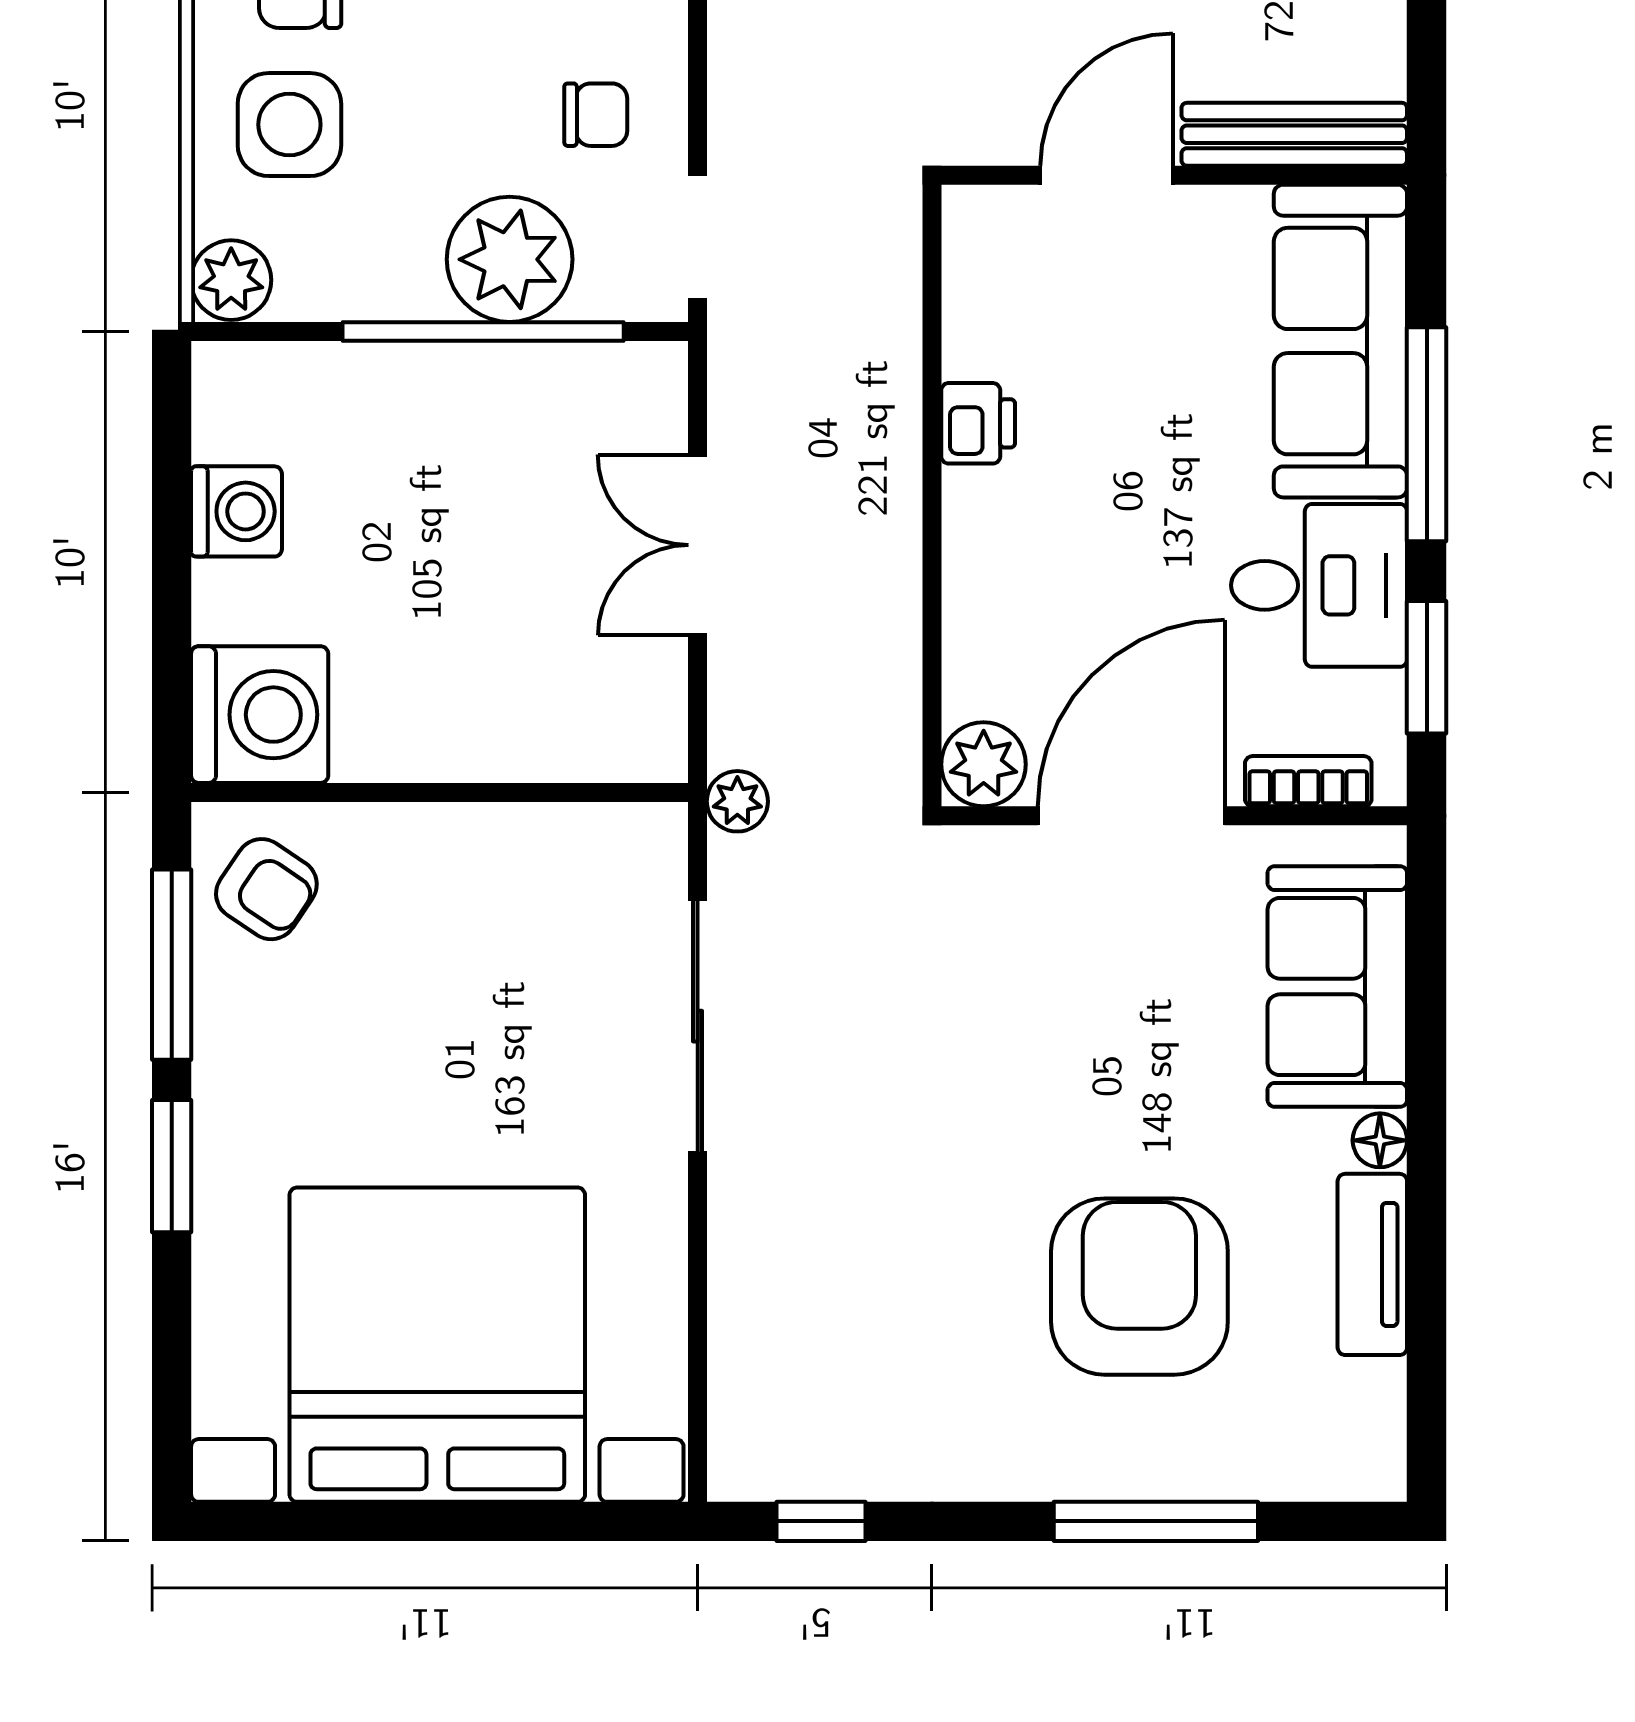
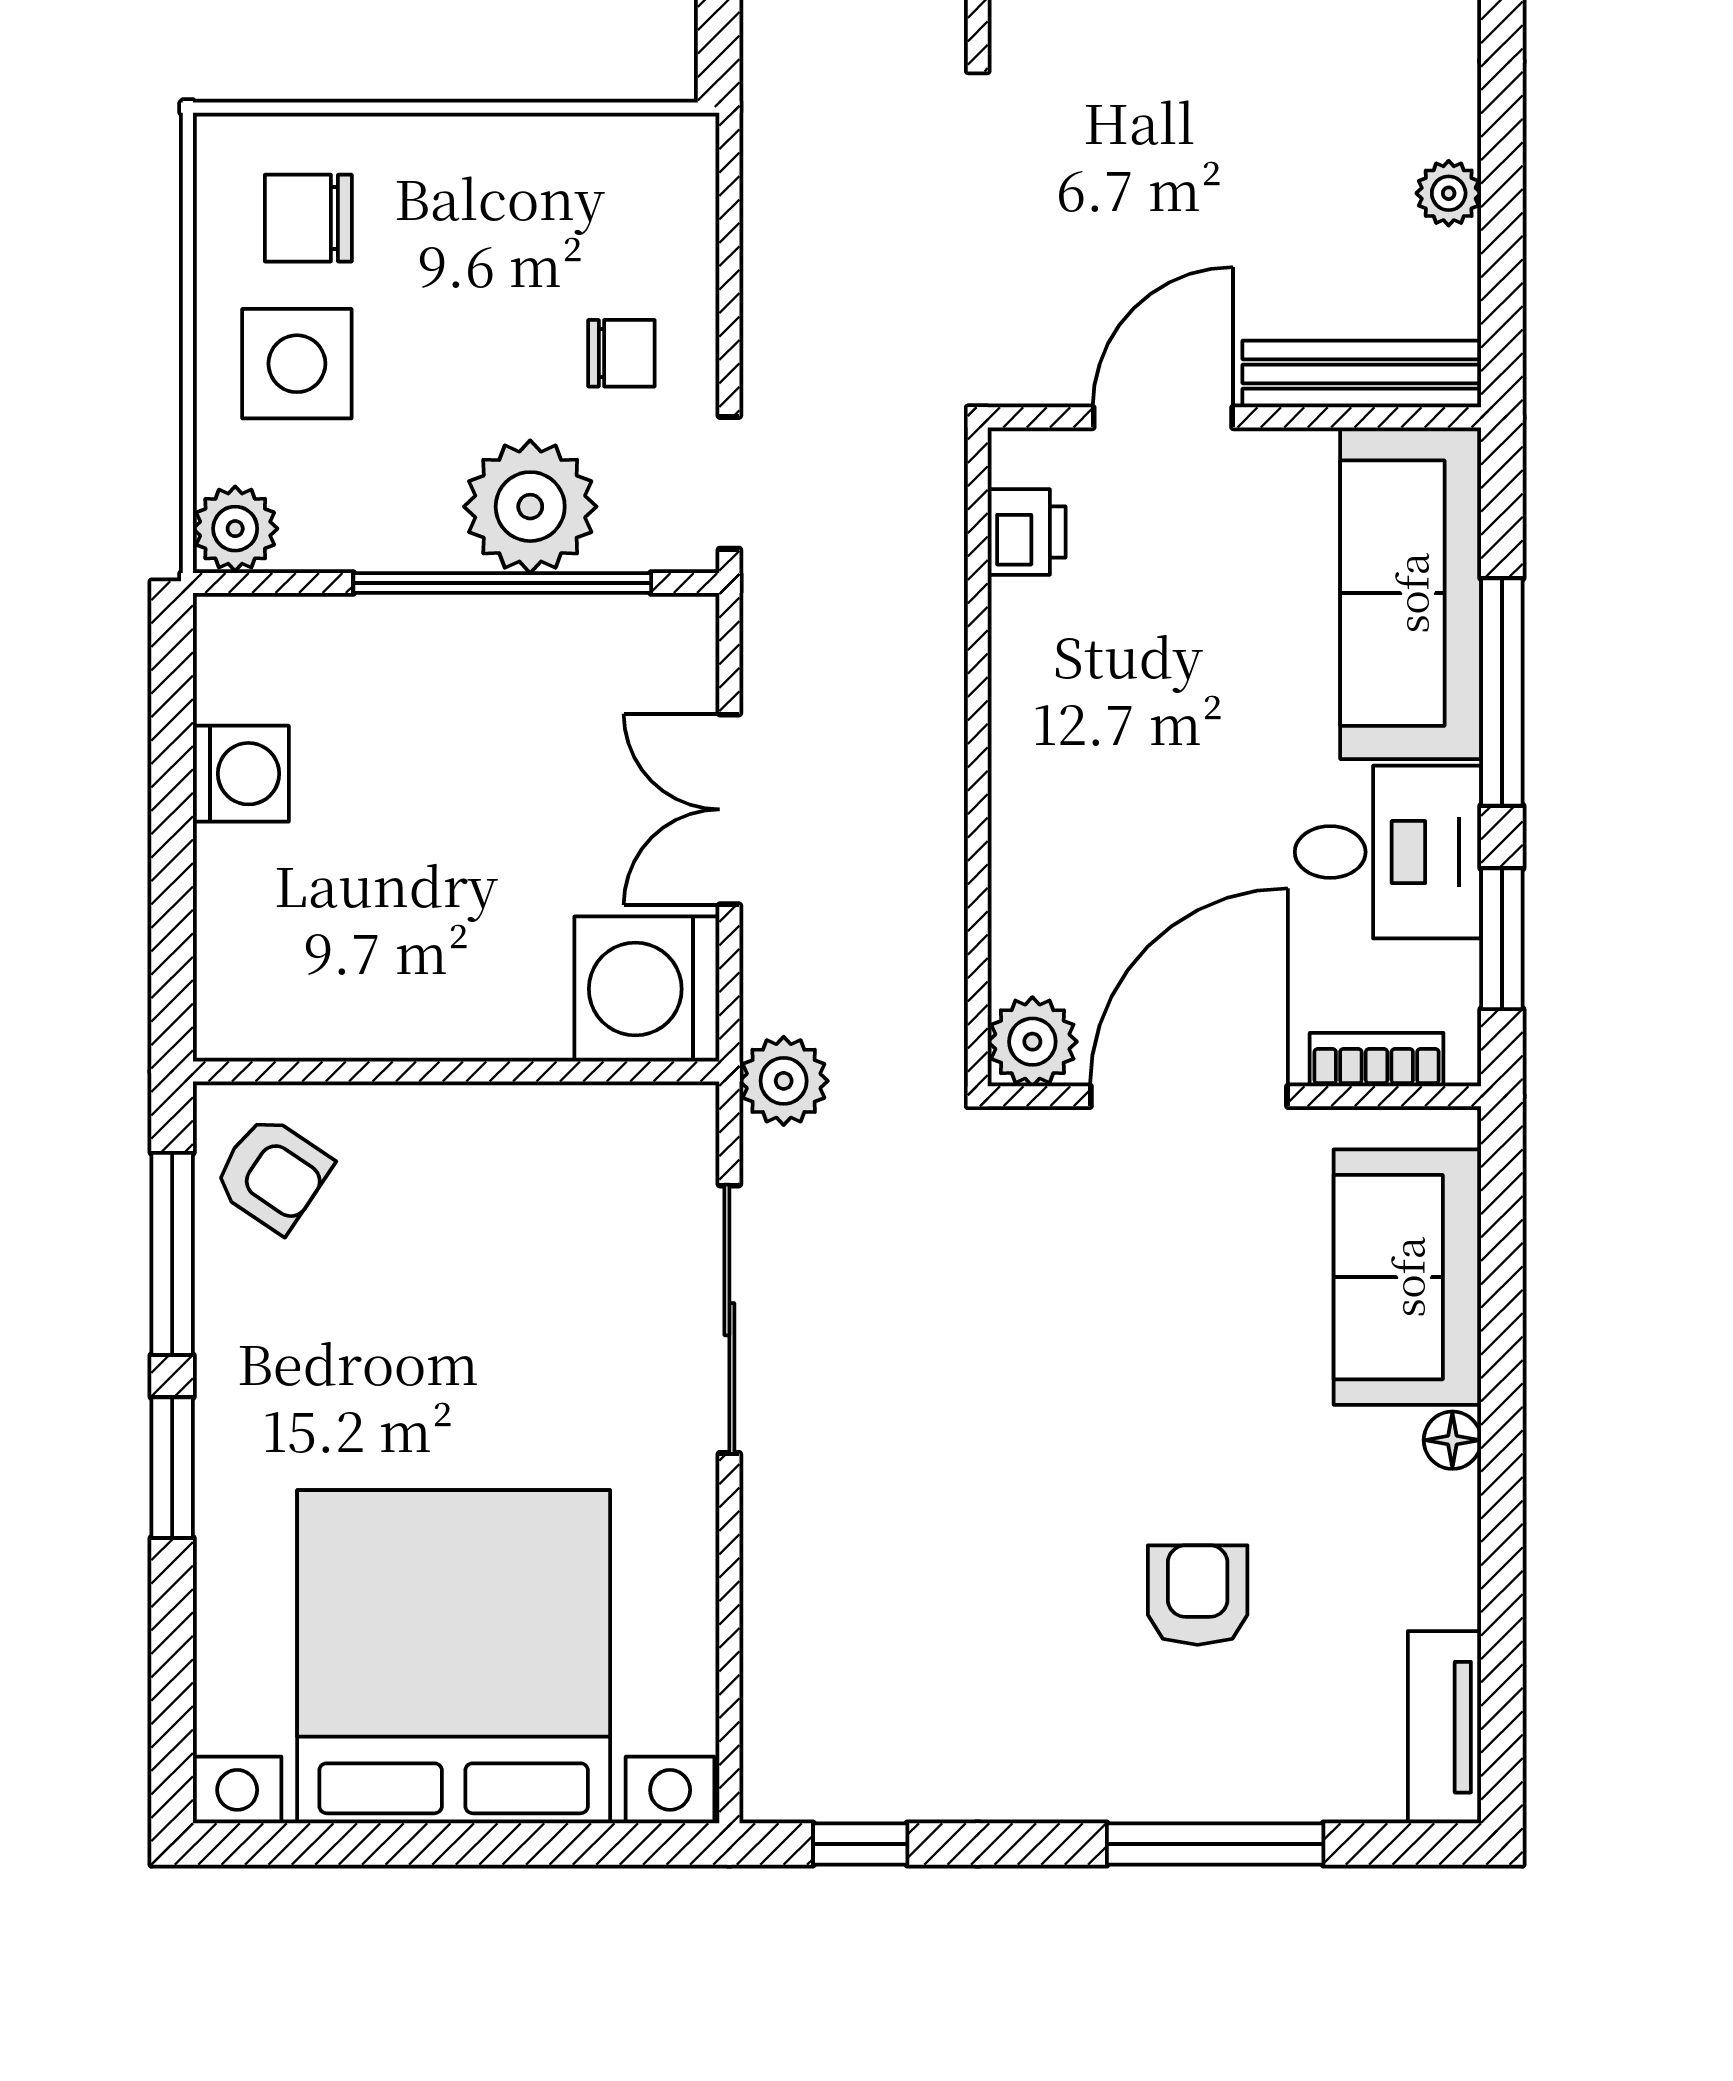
printer: (978, 423) -> (1027, 532), moved
washing machine: (260, 715) -> (647, 989), moved, turned 180
plant: (737, 801) -> (784, 1081), width x1.38, depth x1.38
tv unit: (1372, 1264) -> (1444, 1727), moved
armchair: (1139, 1287) -> (1198, 1595), width x0.53, depth x0.53

